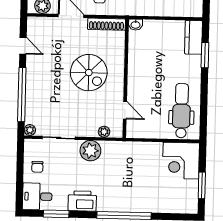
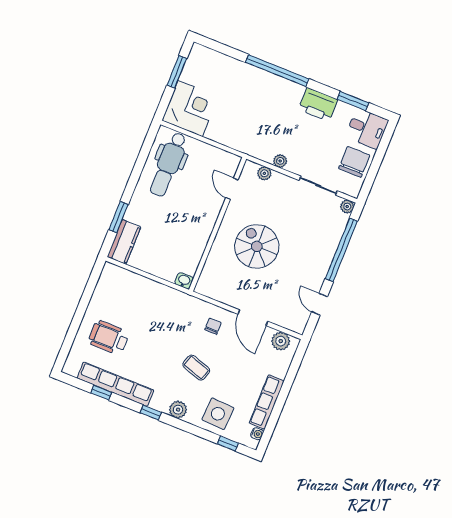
shoe rack: (106, 24) -> (216, 293), removed
plant: (90, 151) -> (280, 161), width x0.53, depth x0.53
chair: (37, 167) -> (354, 162), width x1.87, depth x1.87

